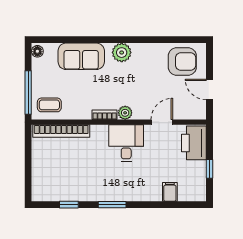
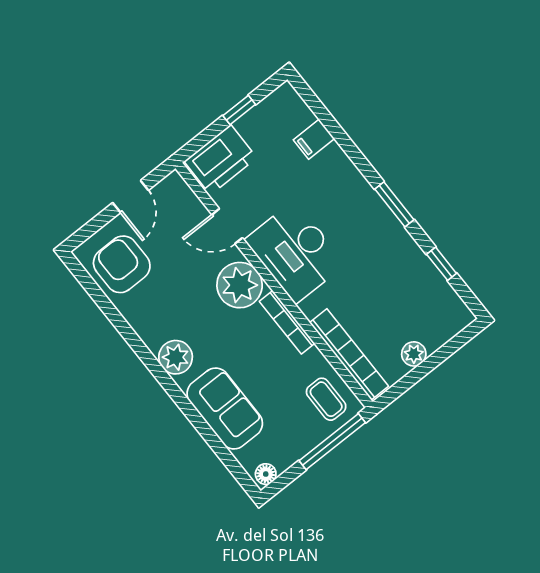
plant: (125, 113) -> (240, 285), width x1.88, depth x1.88
bookcase: (105, 115) -> (287, 322), width x1.56
desk: (126, 143) -> (295, 252), width x1.37
plant: (38, 160) -> (414, 354), added

